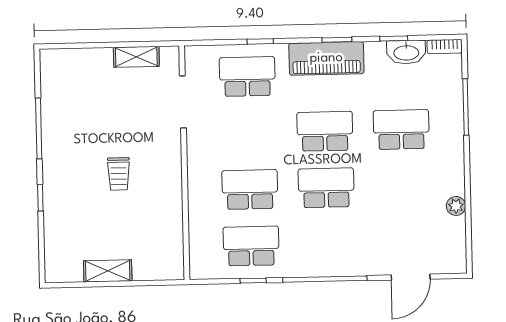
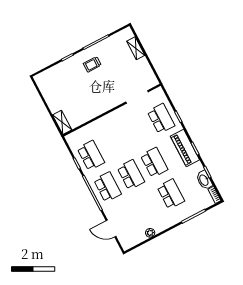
shelving: (136, 57) -> (136, 48), moved
trolley: (119, 174) -> (92, 64), moved
school desk: (250, 189) -> (107, 187), moved
shelving: (108, 271) -> (62, 122), moved

